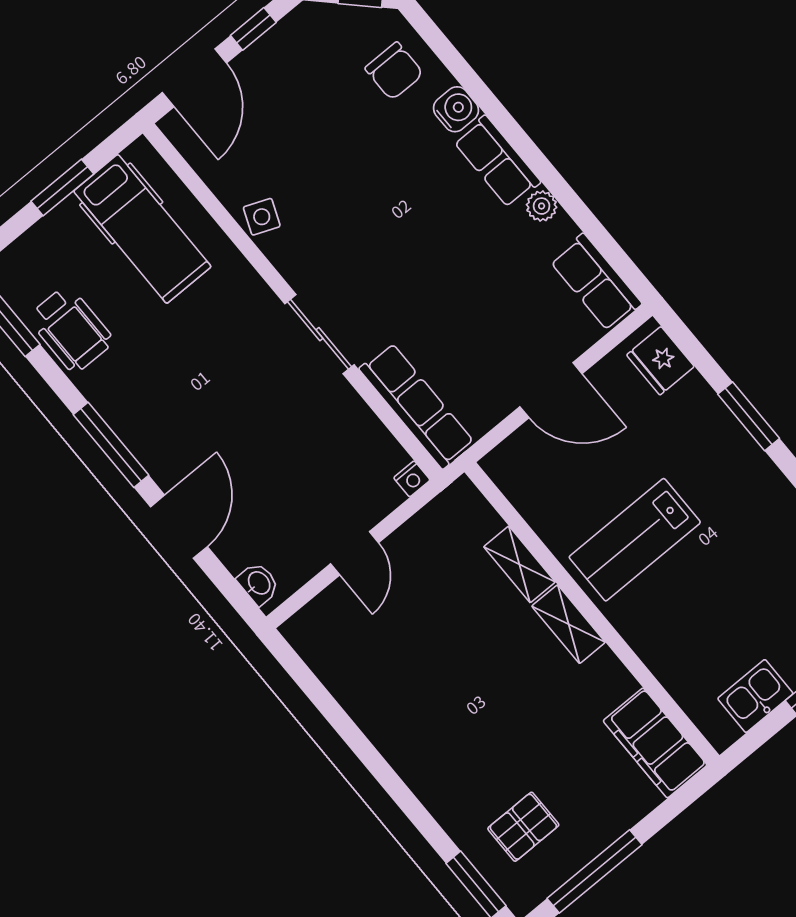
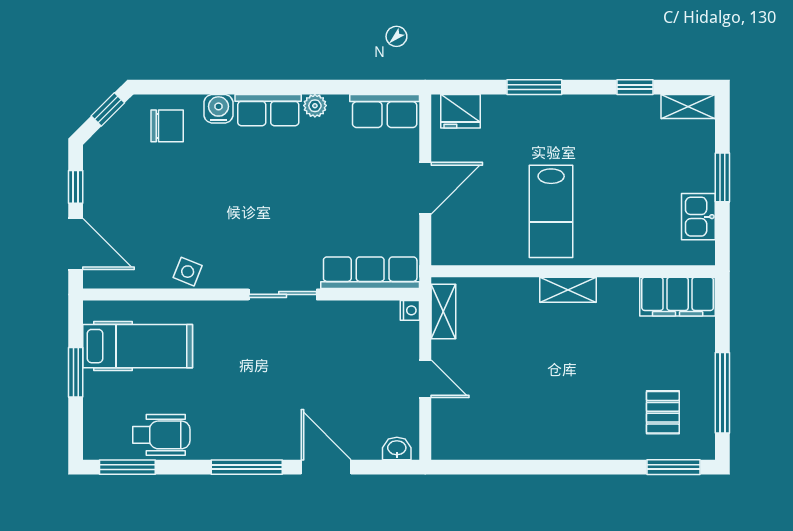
shelving: (519, 564) -> (443, 311), moved, turned 90

